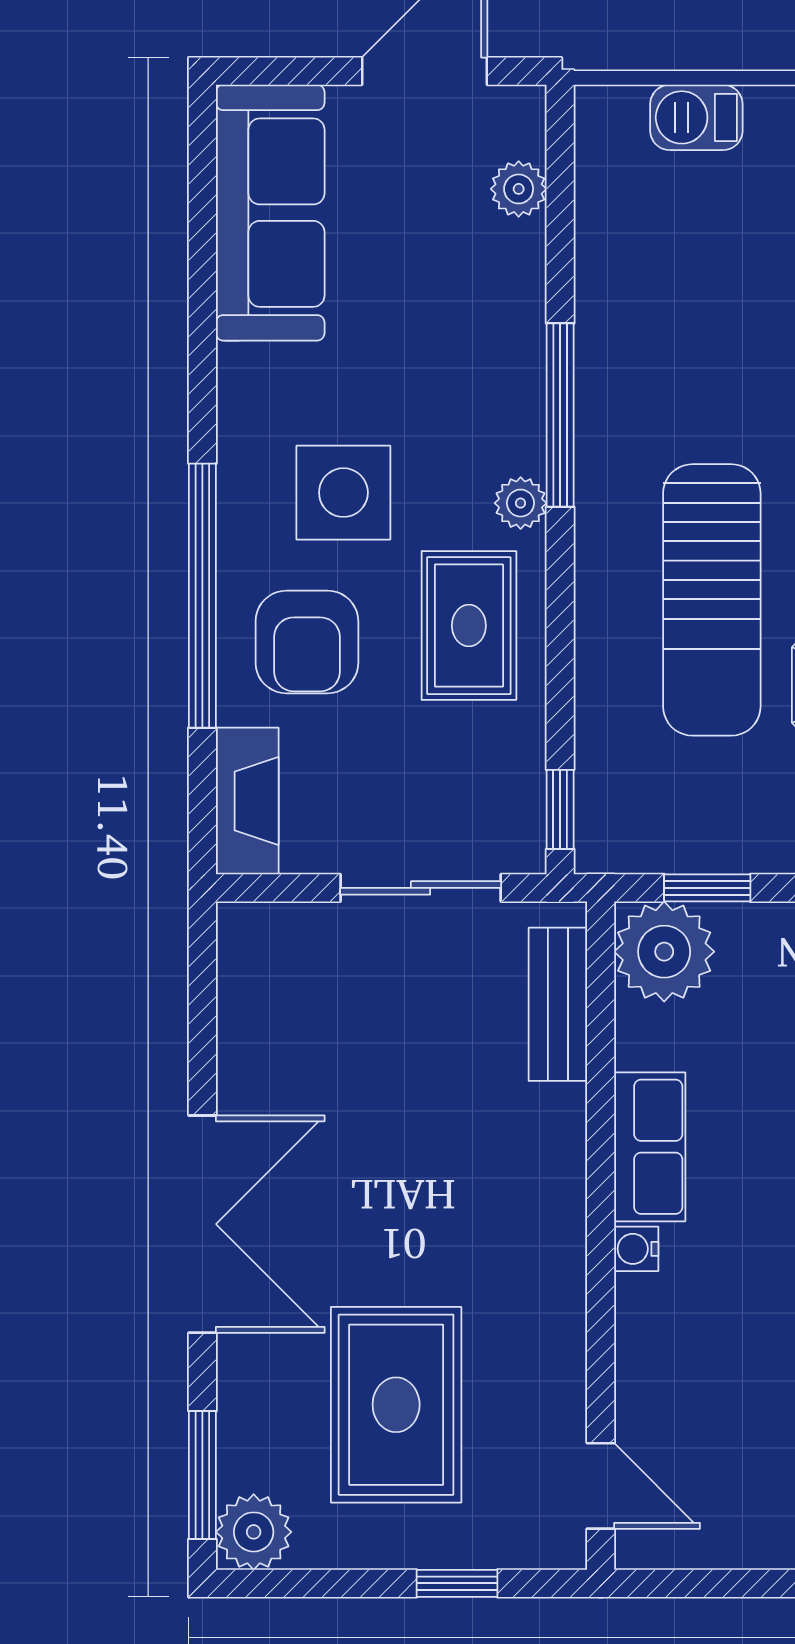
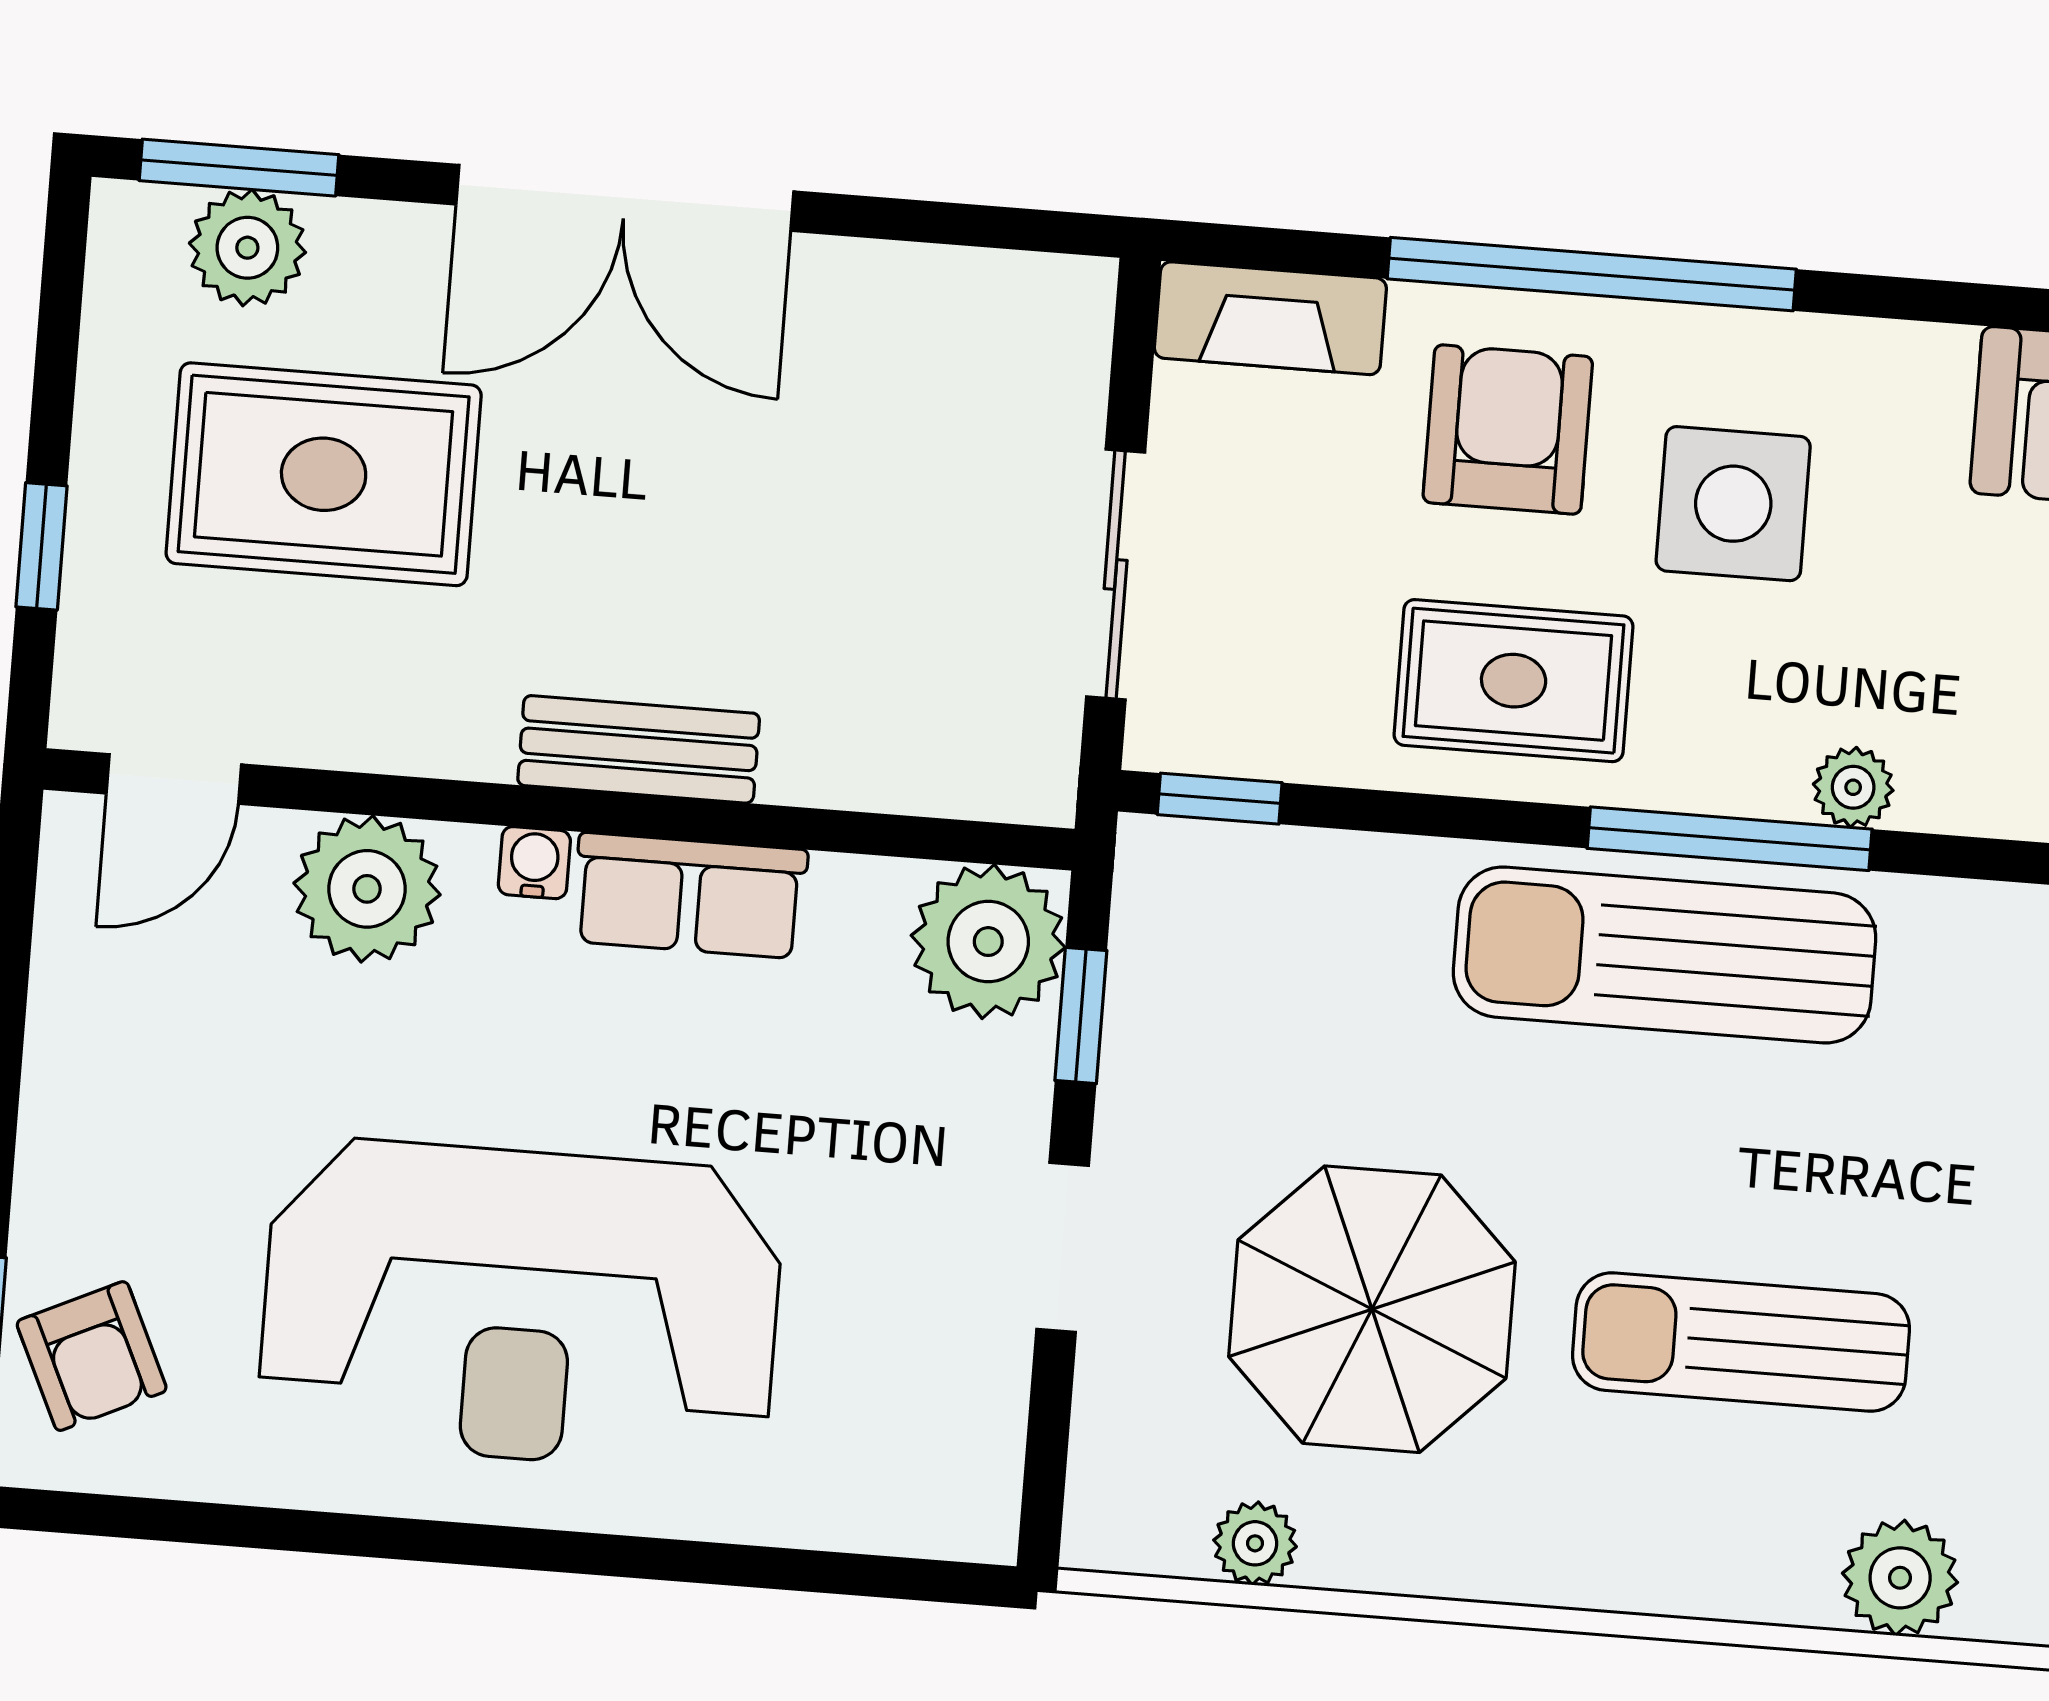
window: (560, 415) -> (1730, 839), moved
plant: (521, 503) -> (1853, 787), moved
sun lounger: (712, 600) -> (1664, 955), moved
armchair: (307, 642) -> (1508, 429), turned 90
bench: (558, 1004) -> (639, 749), moved
plant: (662, 1356) -> (367, 889), added
plant: (254, 1532) -> (247, 248), moved

